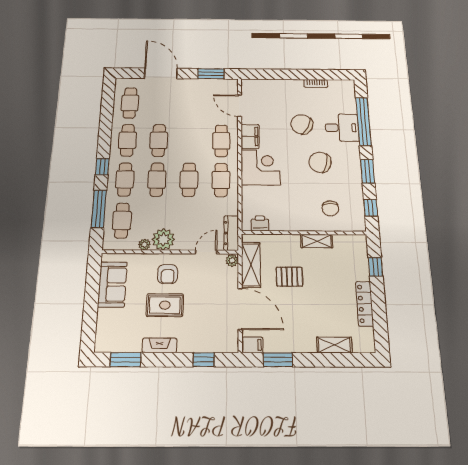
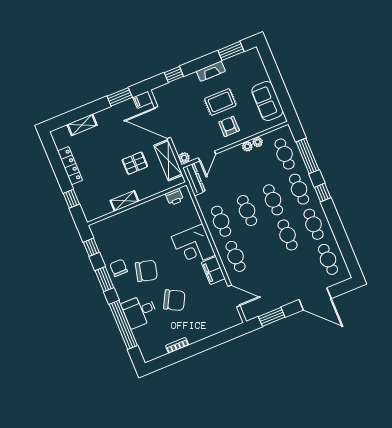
chair: (330, 208) -> (119, 268), moved
plant: (163, 239) -> (247, 146), width x0.53, depth x0.53

